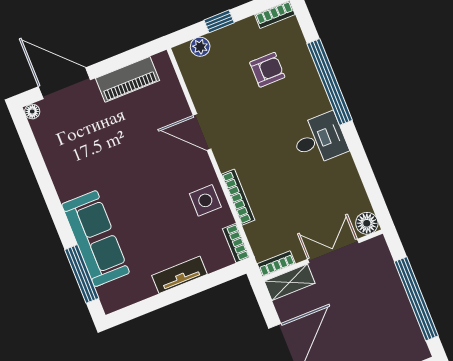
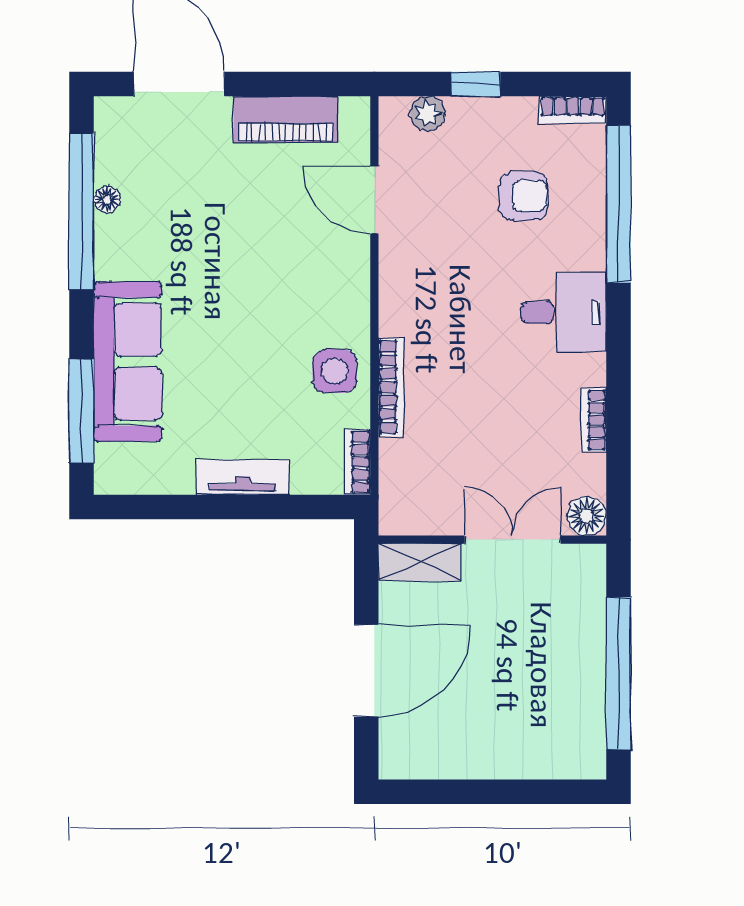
window: (330, 82) -> (619, 204), moved
floor lamp: (32, 111) -> (107, 200), moved
door: (202, 132) -> (374, 200), moved
desk: (319, 139) -> (564, 312), moved
window: (40, 170) -> (82, 212), added
bookcase: (276, 264) -> (594, 420), moved, turned -90

